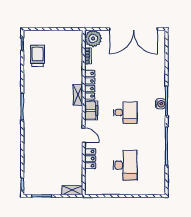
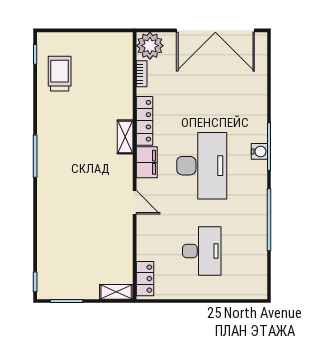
desk: (125, 113) -> (202, 166), width x1.87, depth x1.30
locker: (90, 159) -> (145, 279), moved

